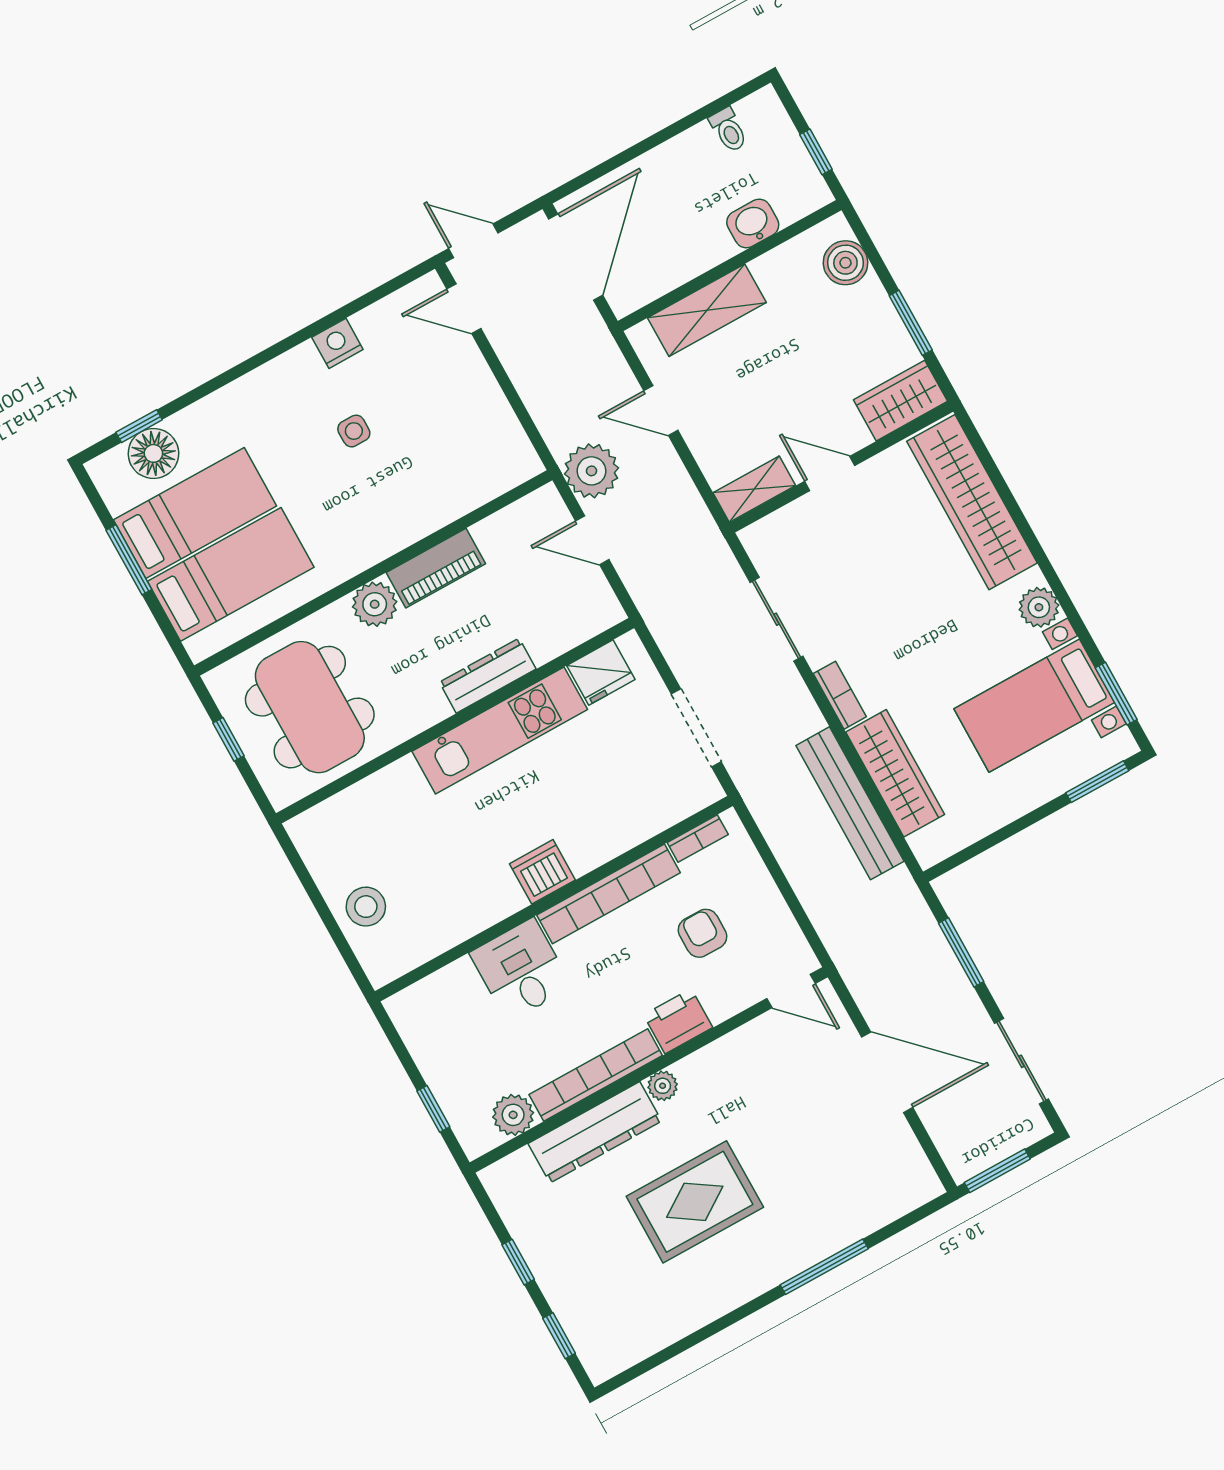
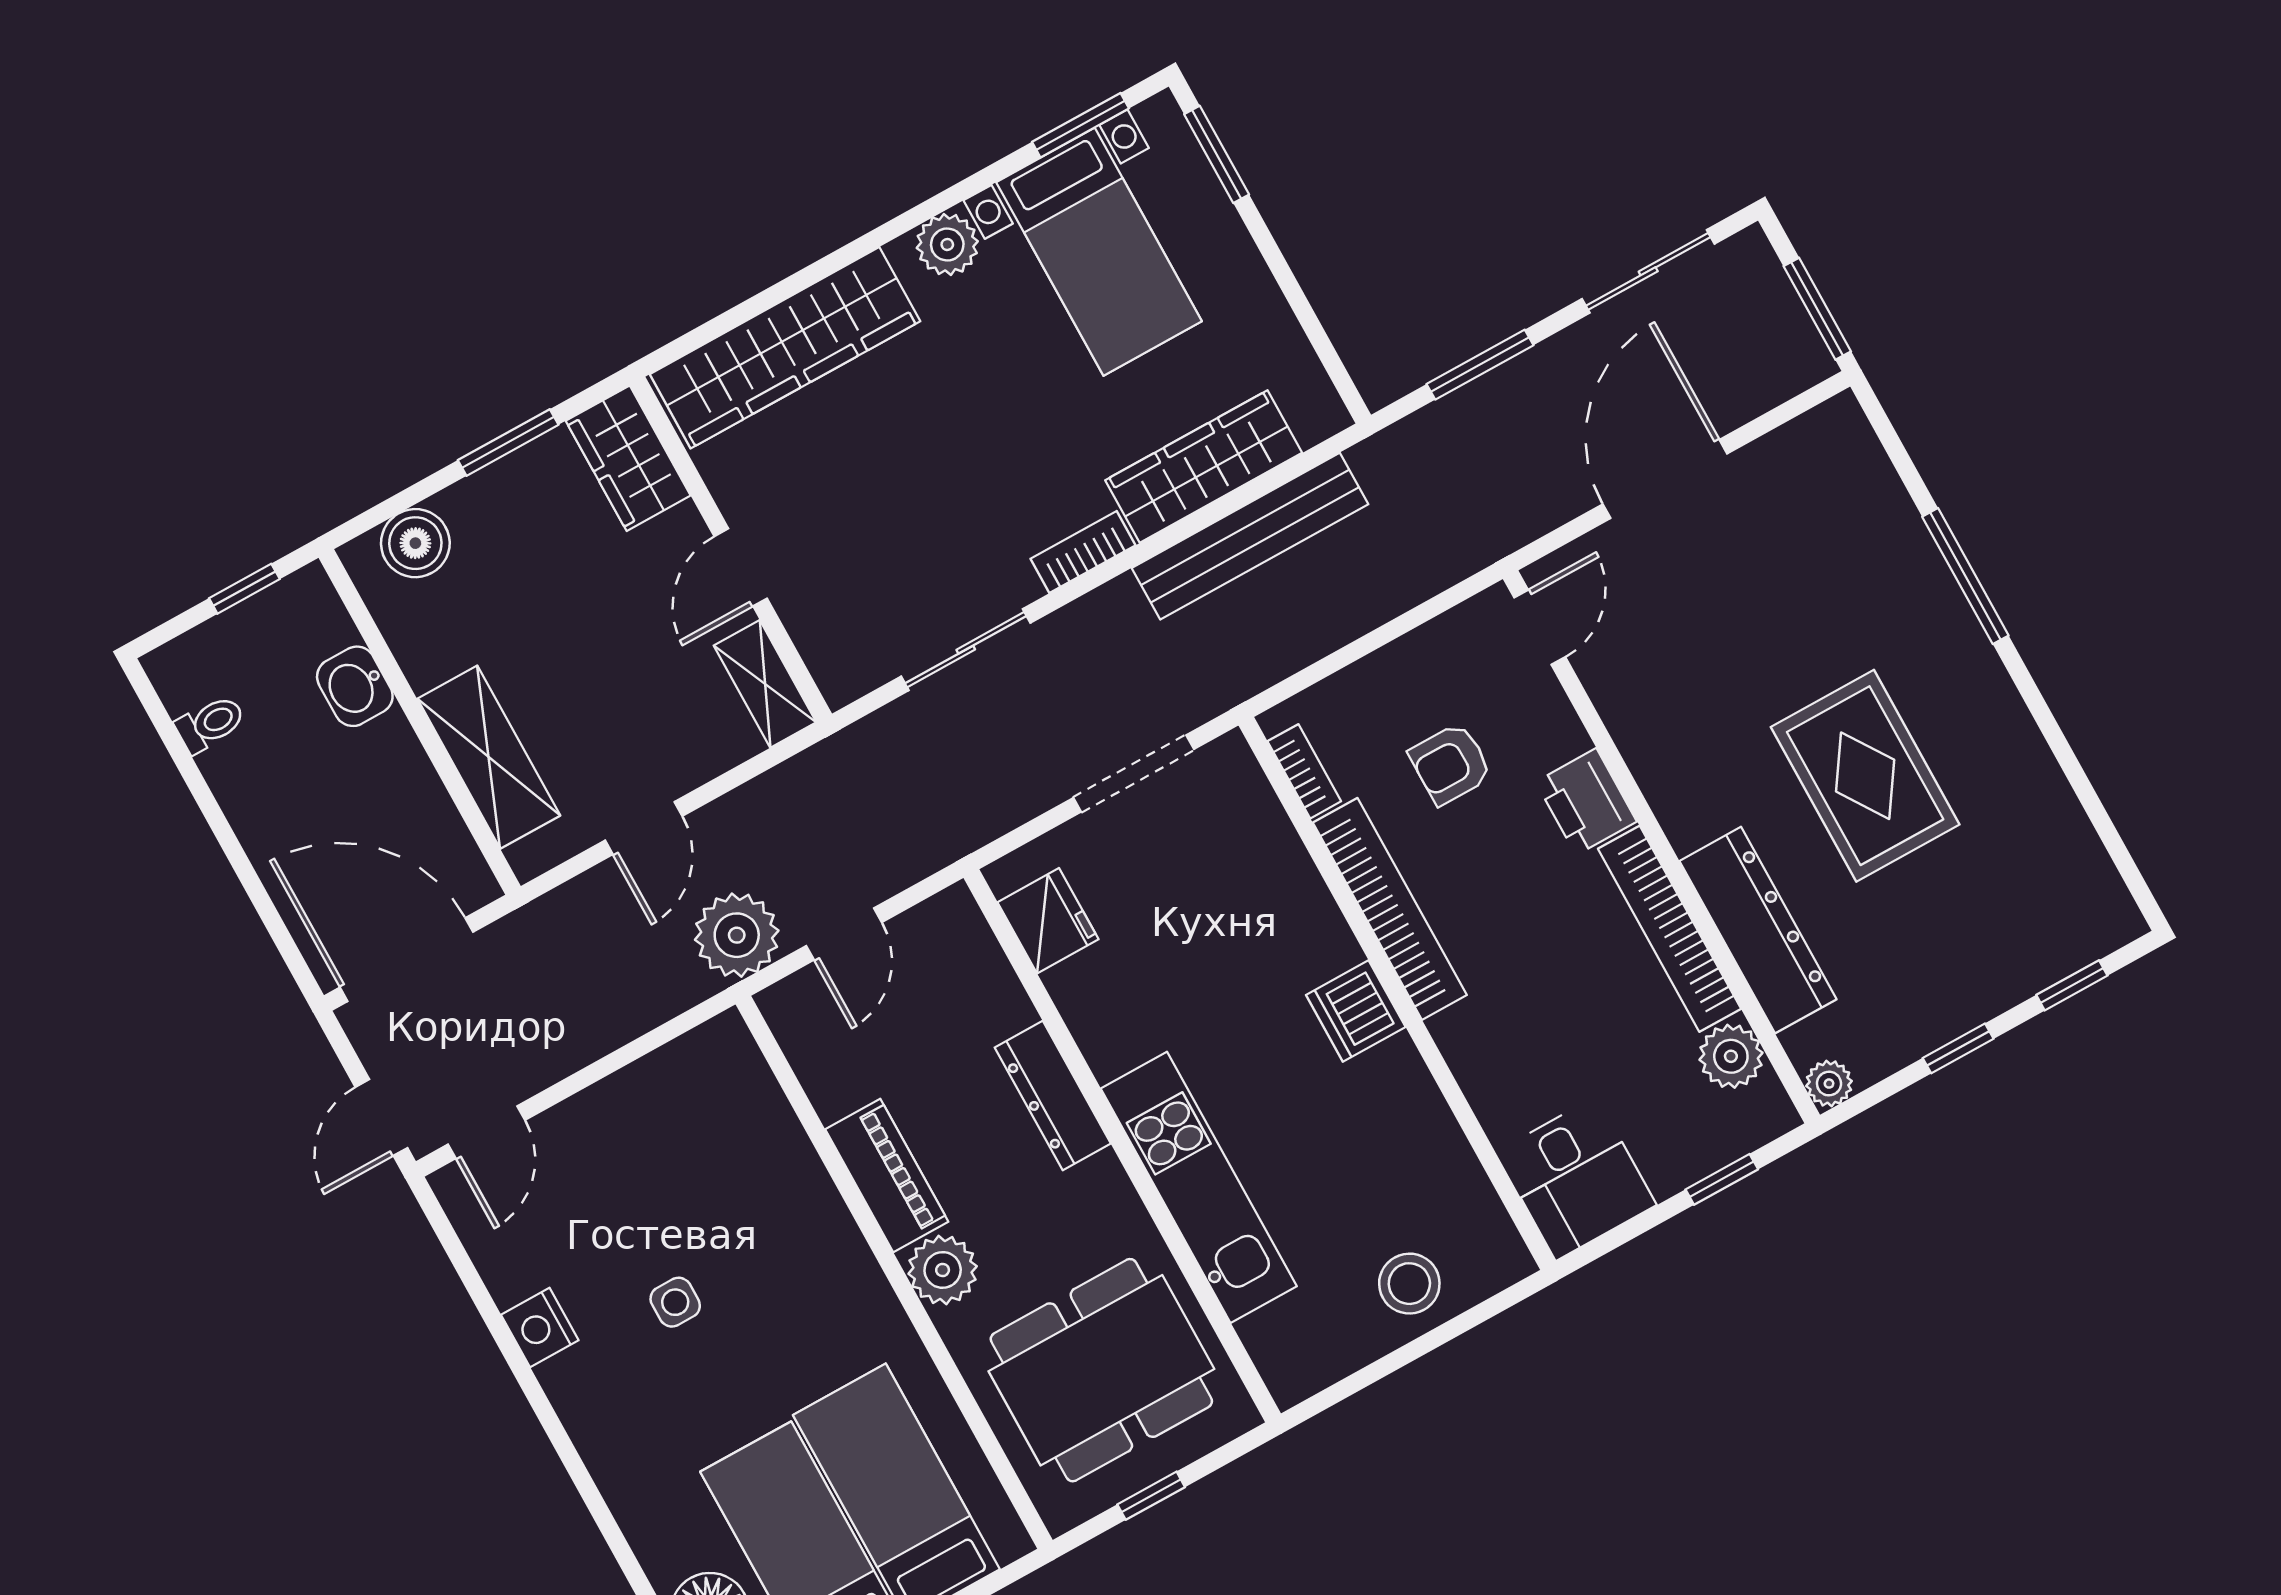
kitchen unit: (500, 730) -> (1199, 1187), moved
desk: (521, 970) -> (1576, 1179), moved, turned -90
plant: (663, 1086) -> (1829, 1084), moved

